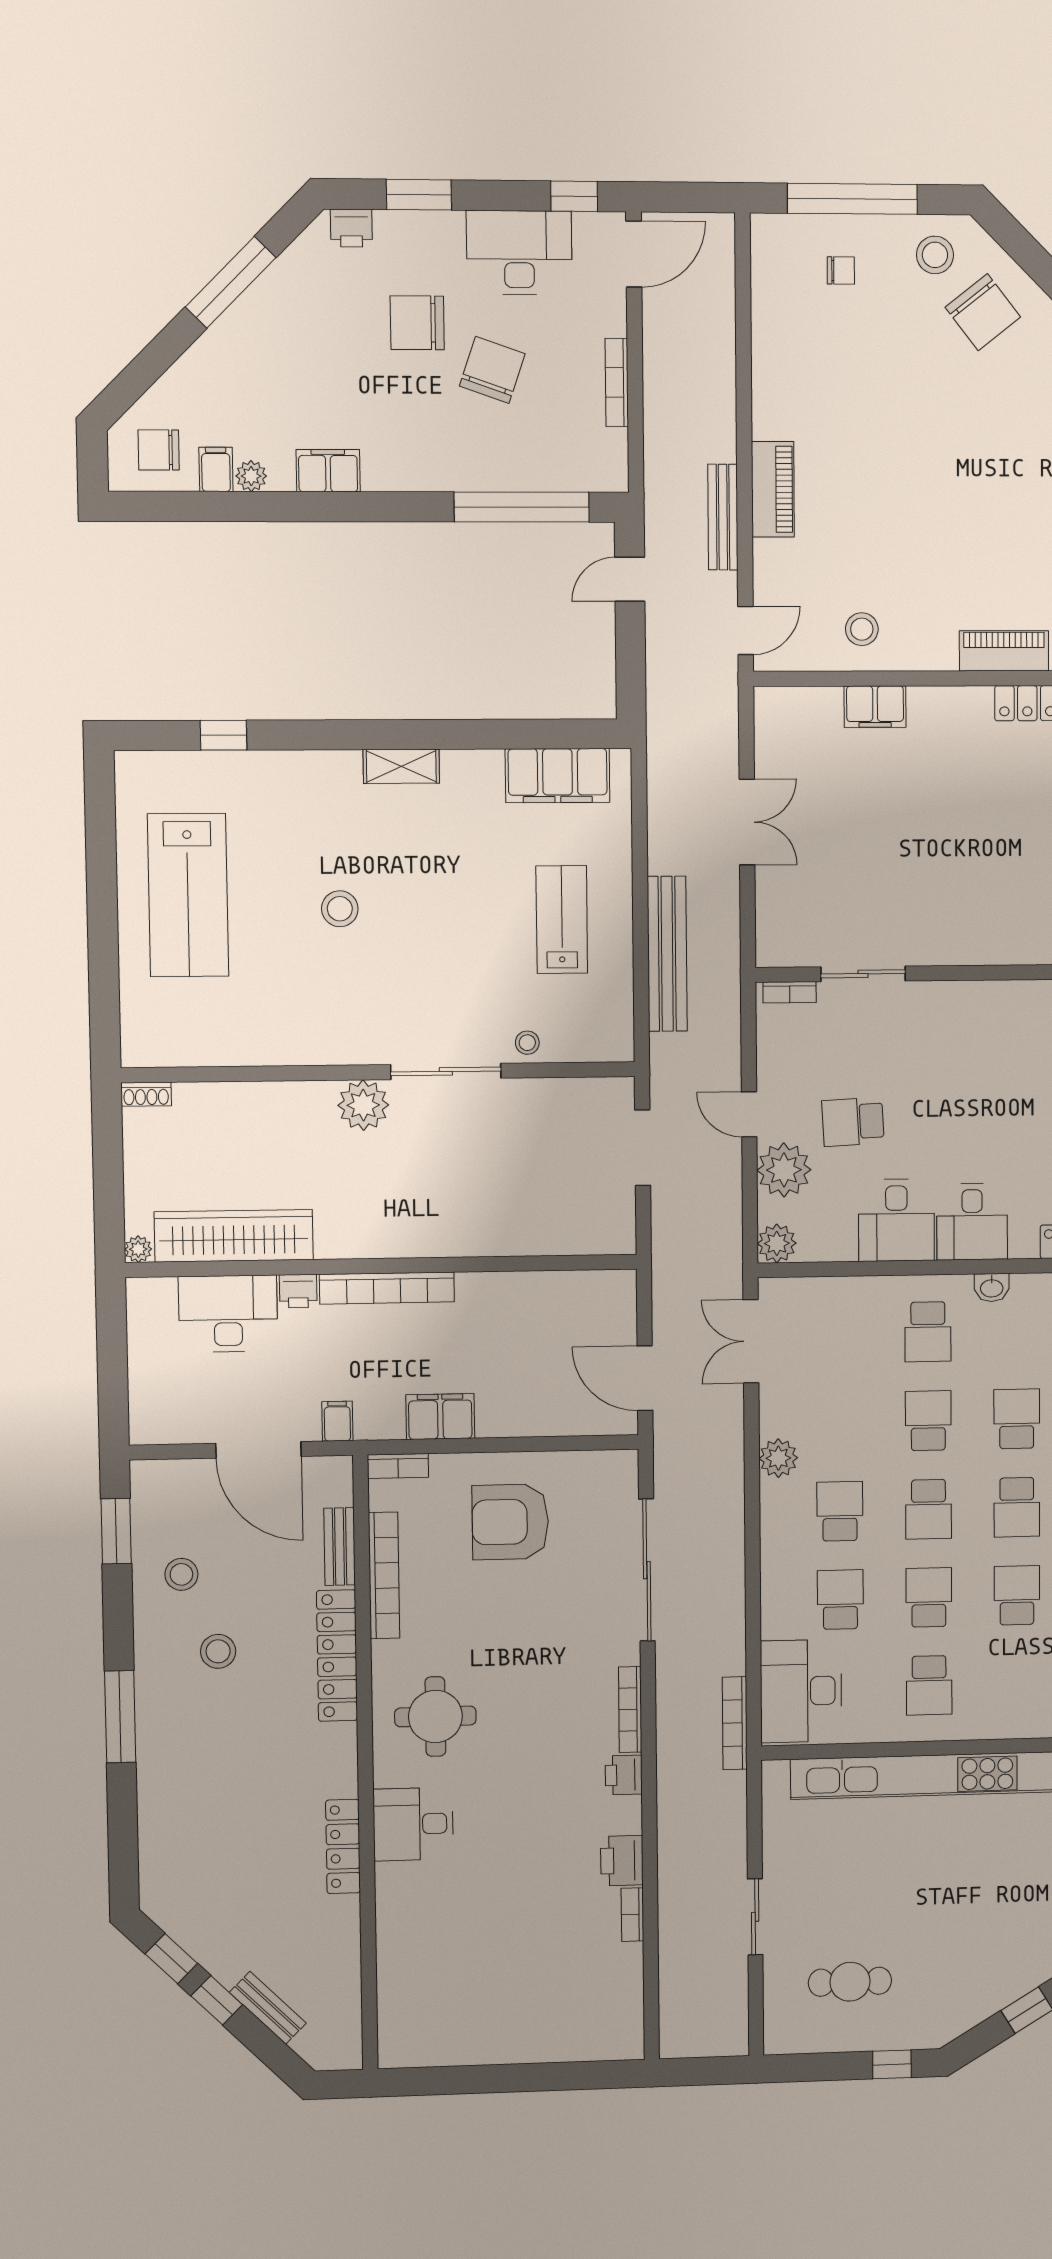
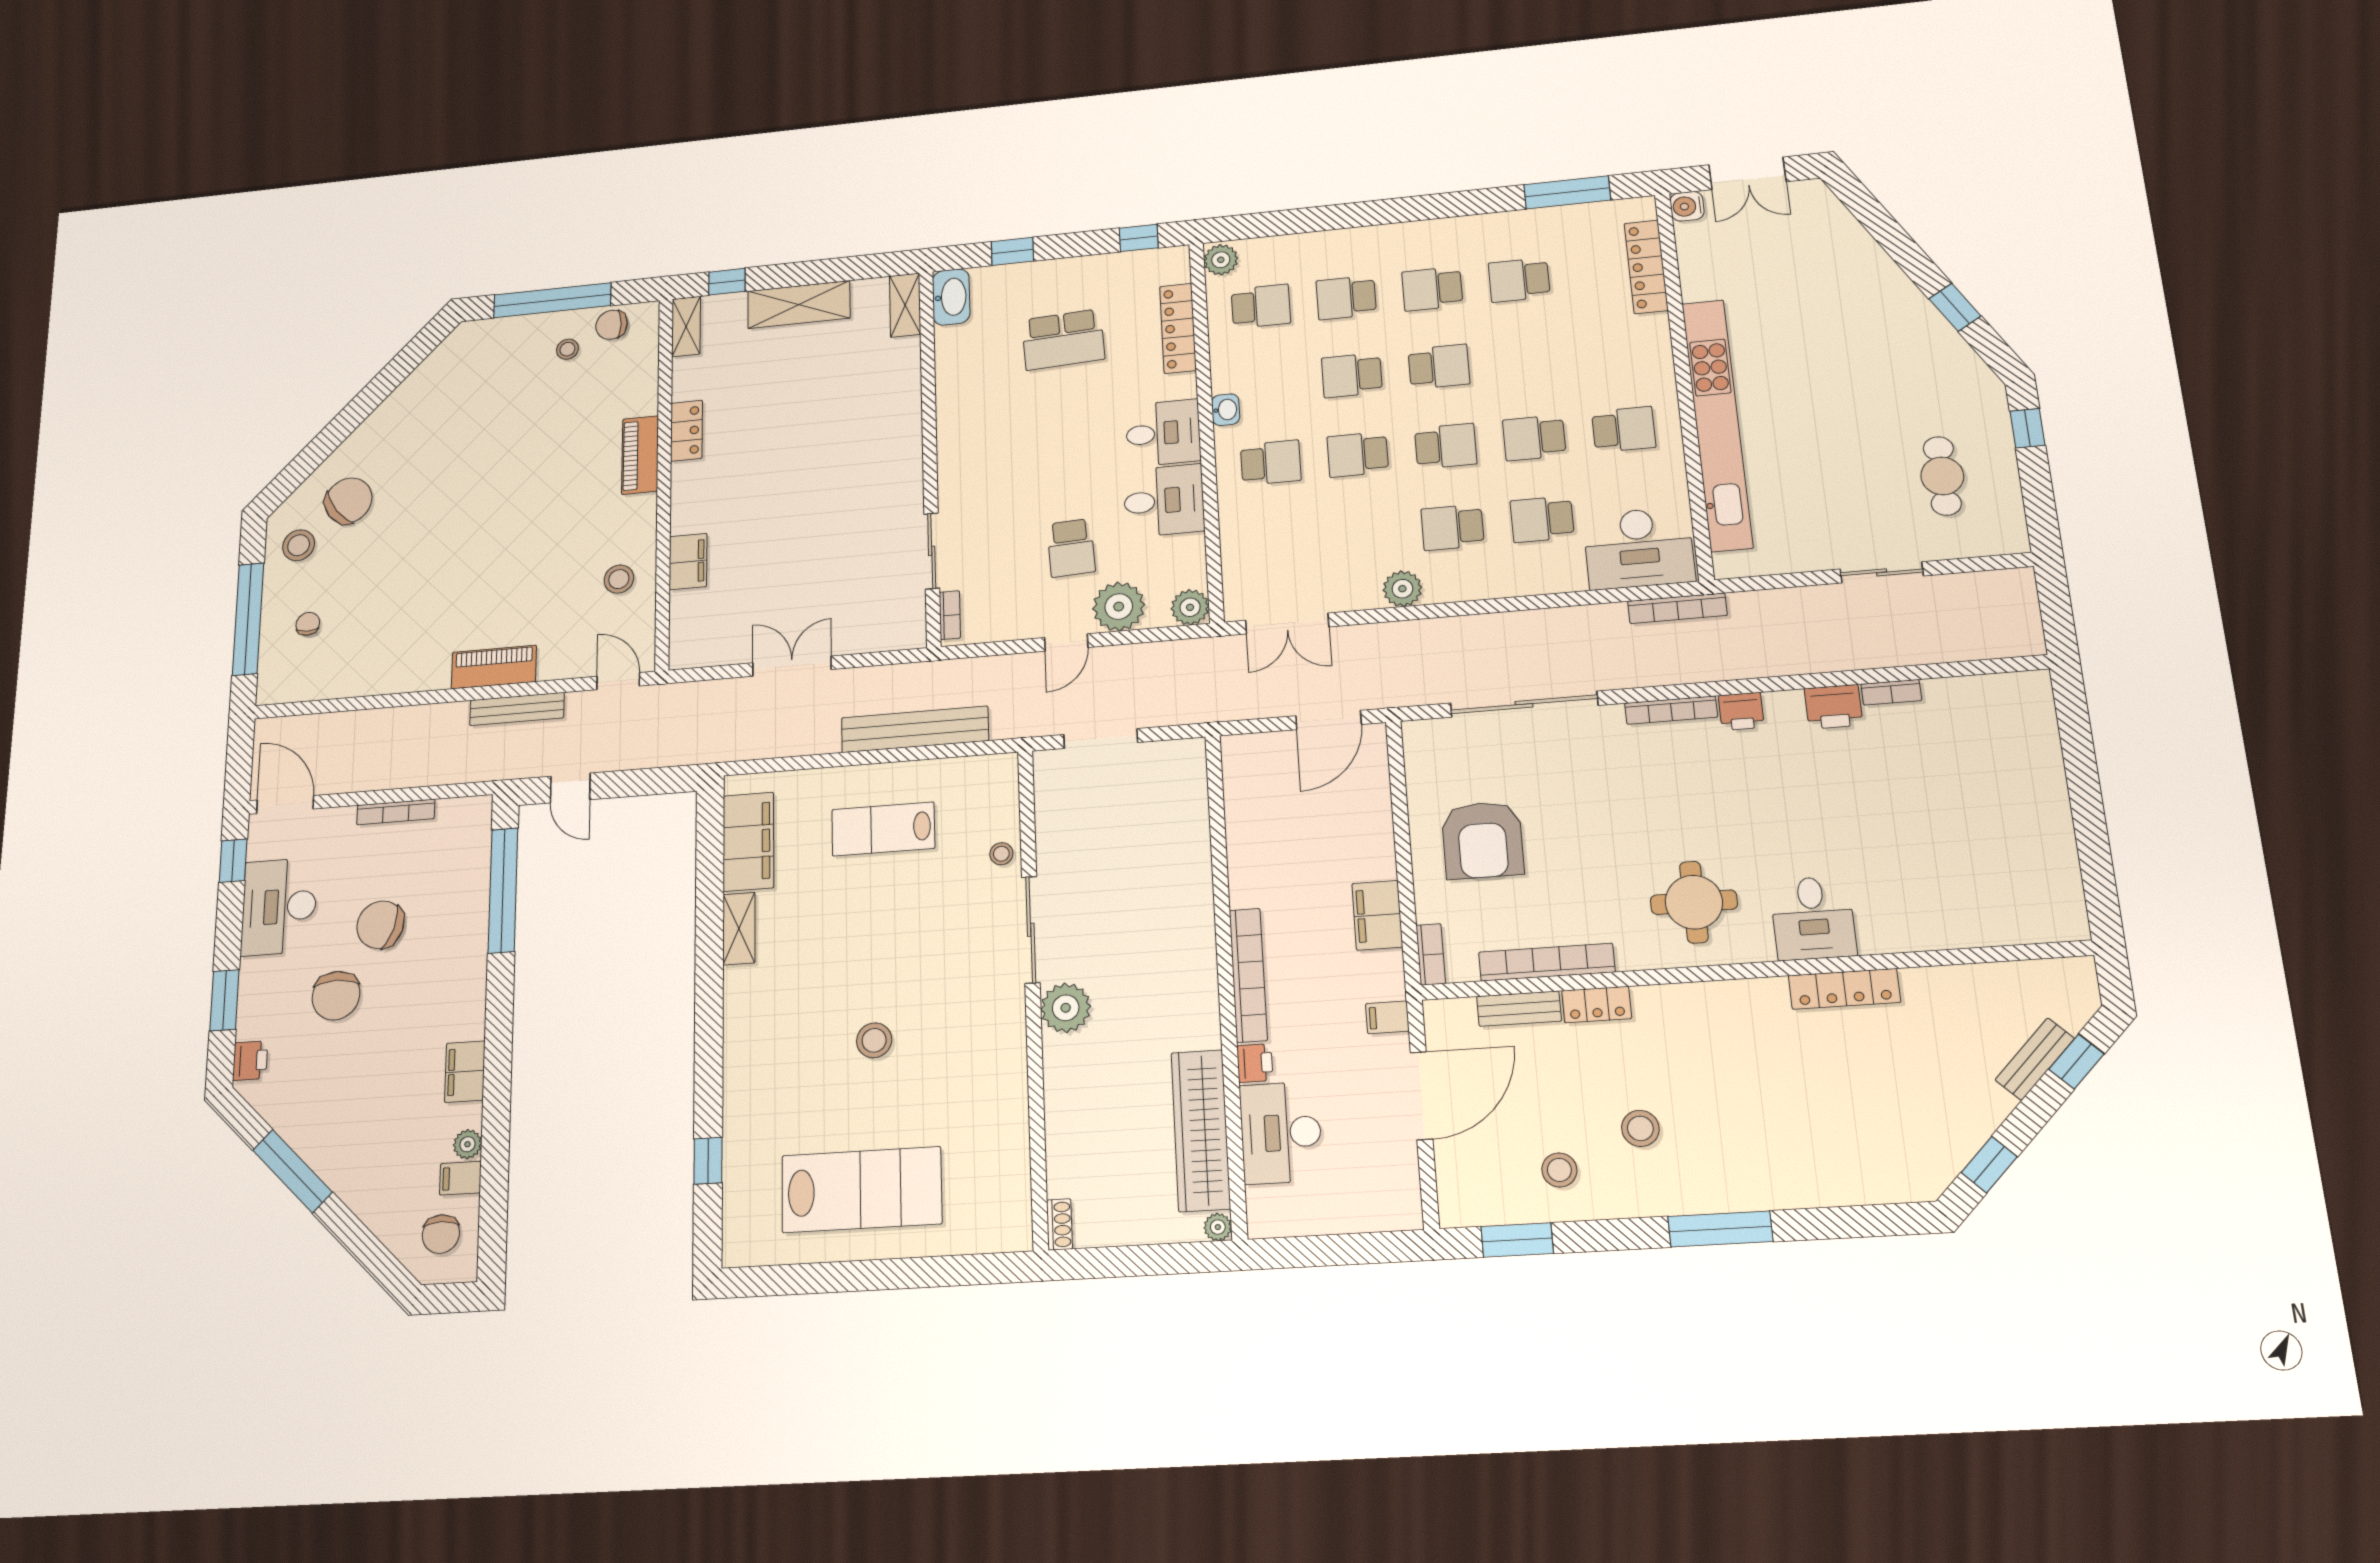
shelving: (401, 766) -> (739, 929), moved
school desk: (1017, 1595) -> (1527, 358), removed
locker: (337, 1656) -> (1597, 1005), width x0.46, depth x0.83
window: (217, 2000) -> (2076, 1062), moved

